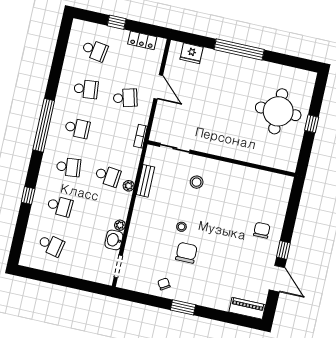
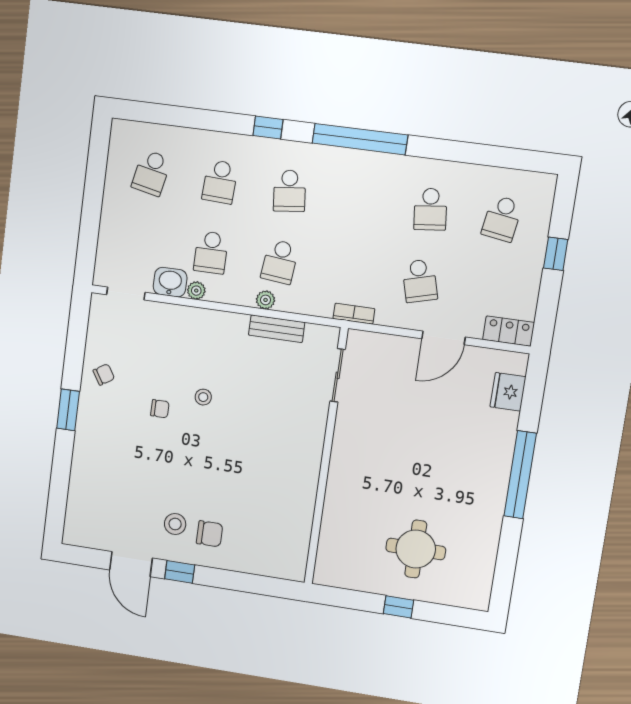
locker: (142, 40) -> (509, 331), moved, turned 90
round table: (278, 111) -> (416, 549), width x0.73, depth x0.73
school desk: (77, 128) -> (211, 252), moved
stool: (197, 182) -> (175, 524), moved
window: (28, 195) -> (268, 128), moved
chair: (186, 253) -> (160, 409), width x0.54, depth x0.54
door: (277, 279) -> (131, 564), hinge flipped
piano: (247, 308) -> (77, 517), removed

